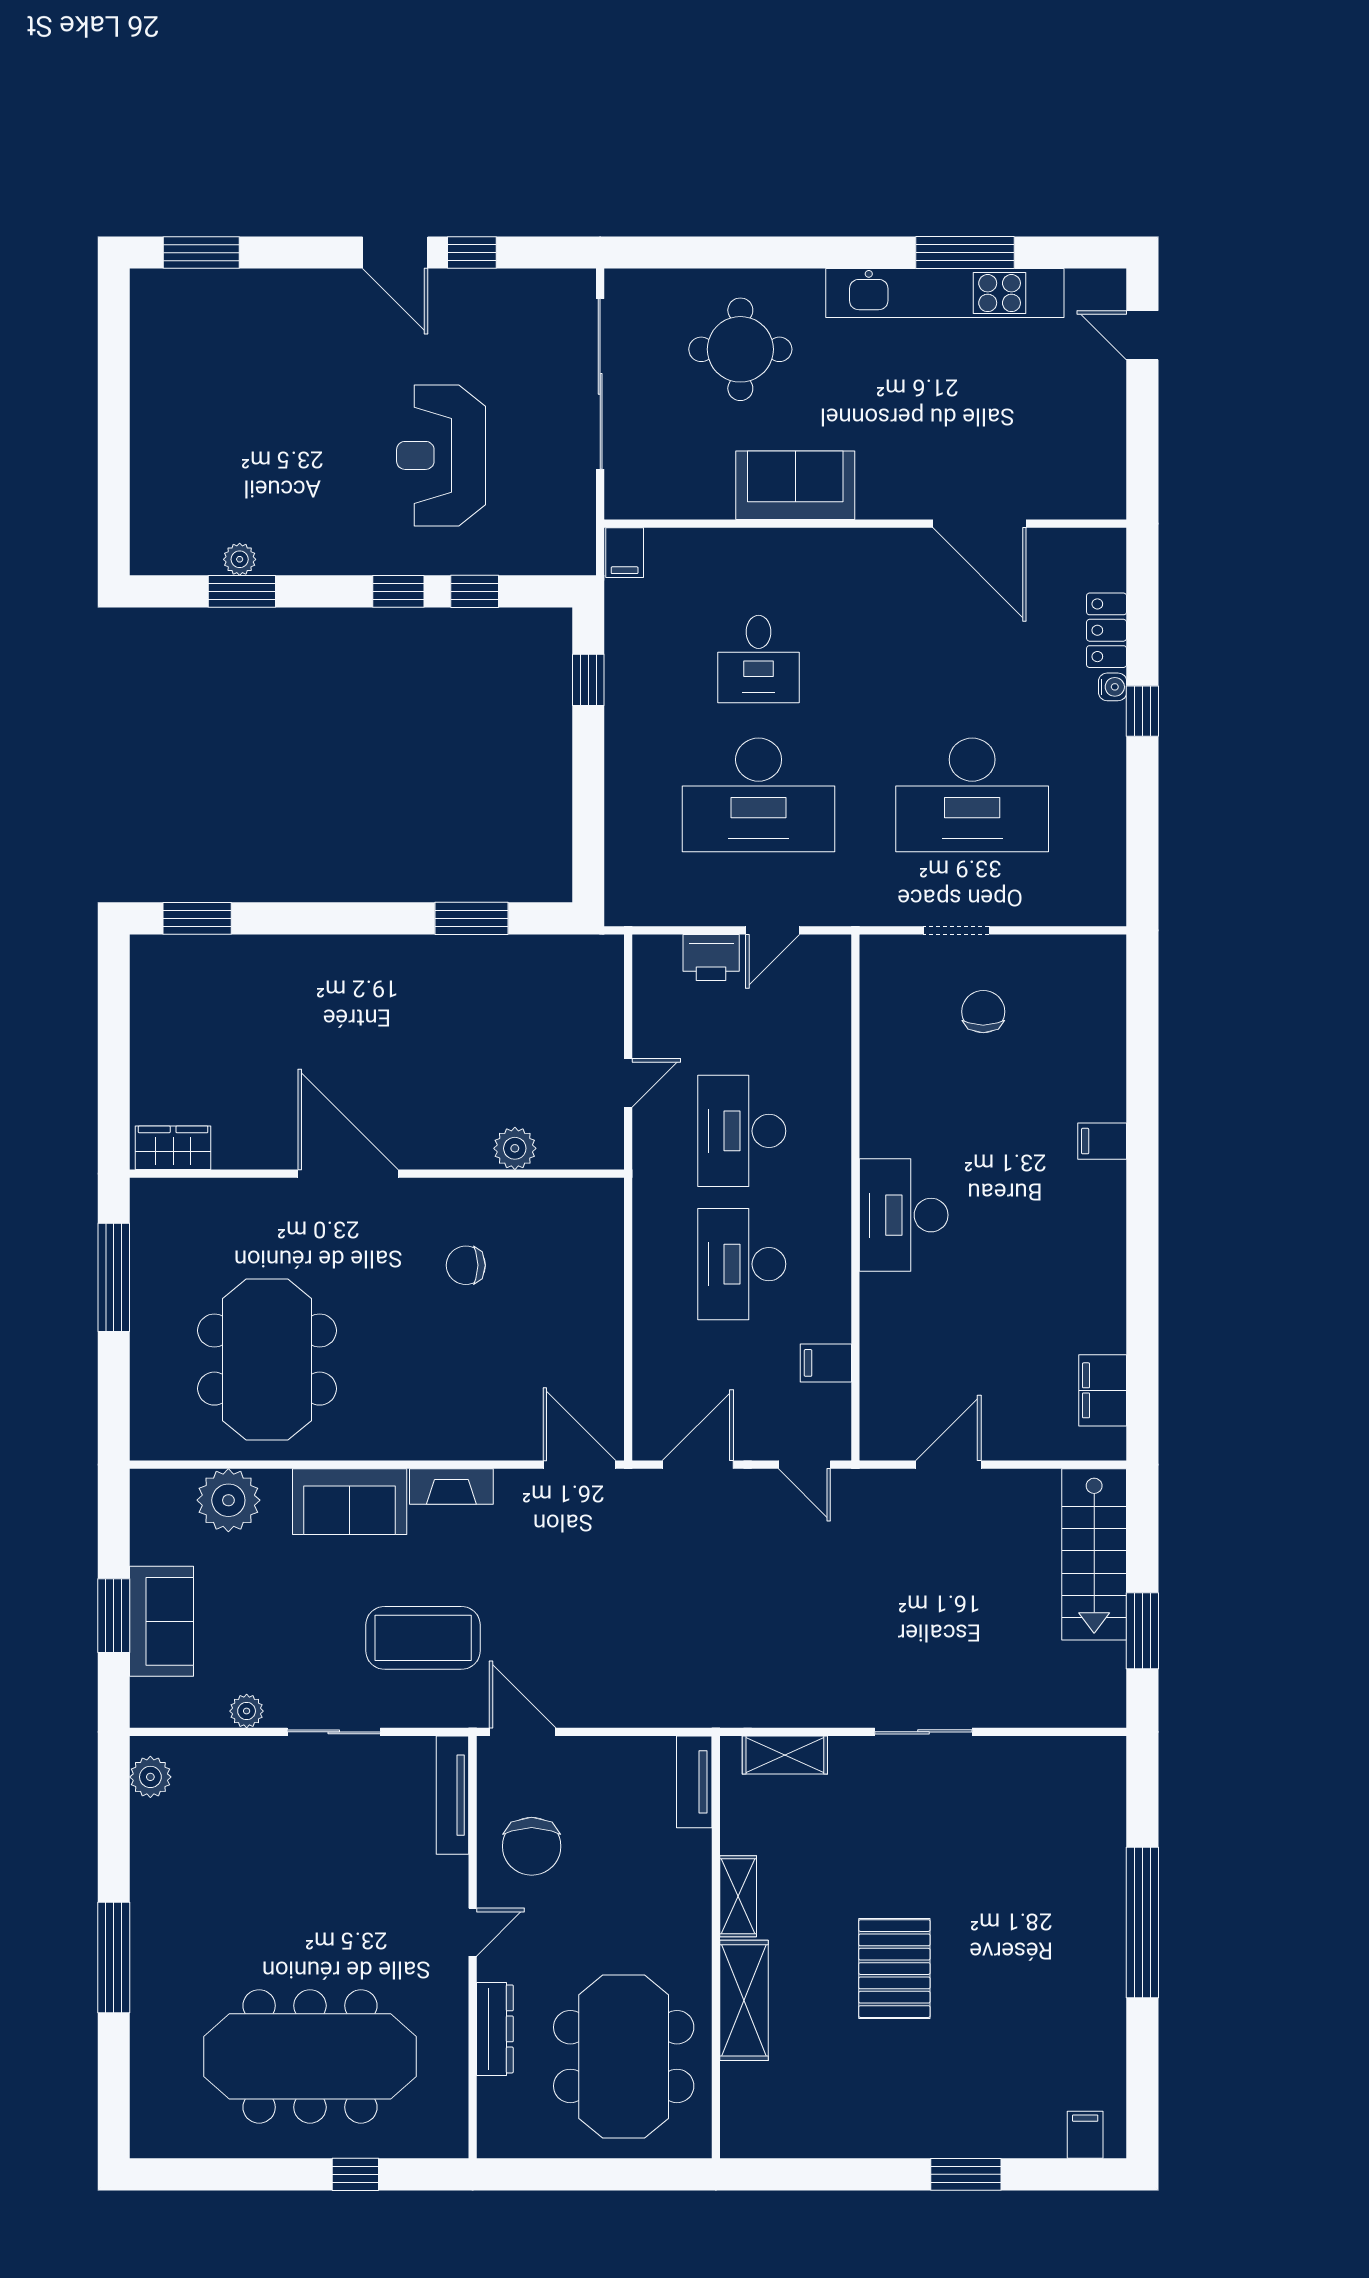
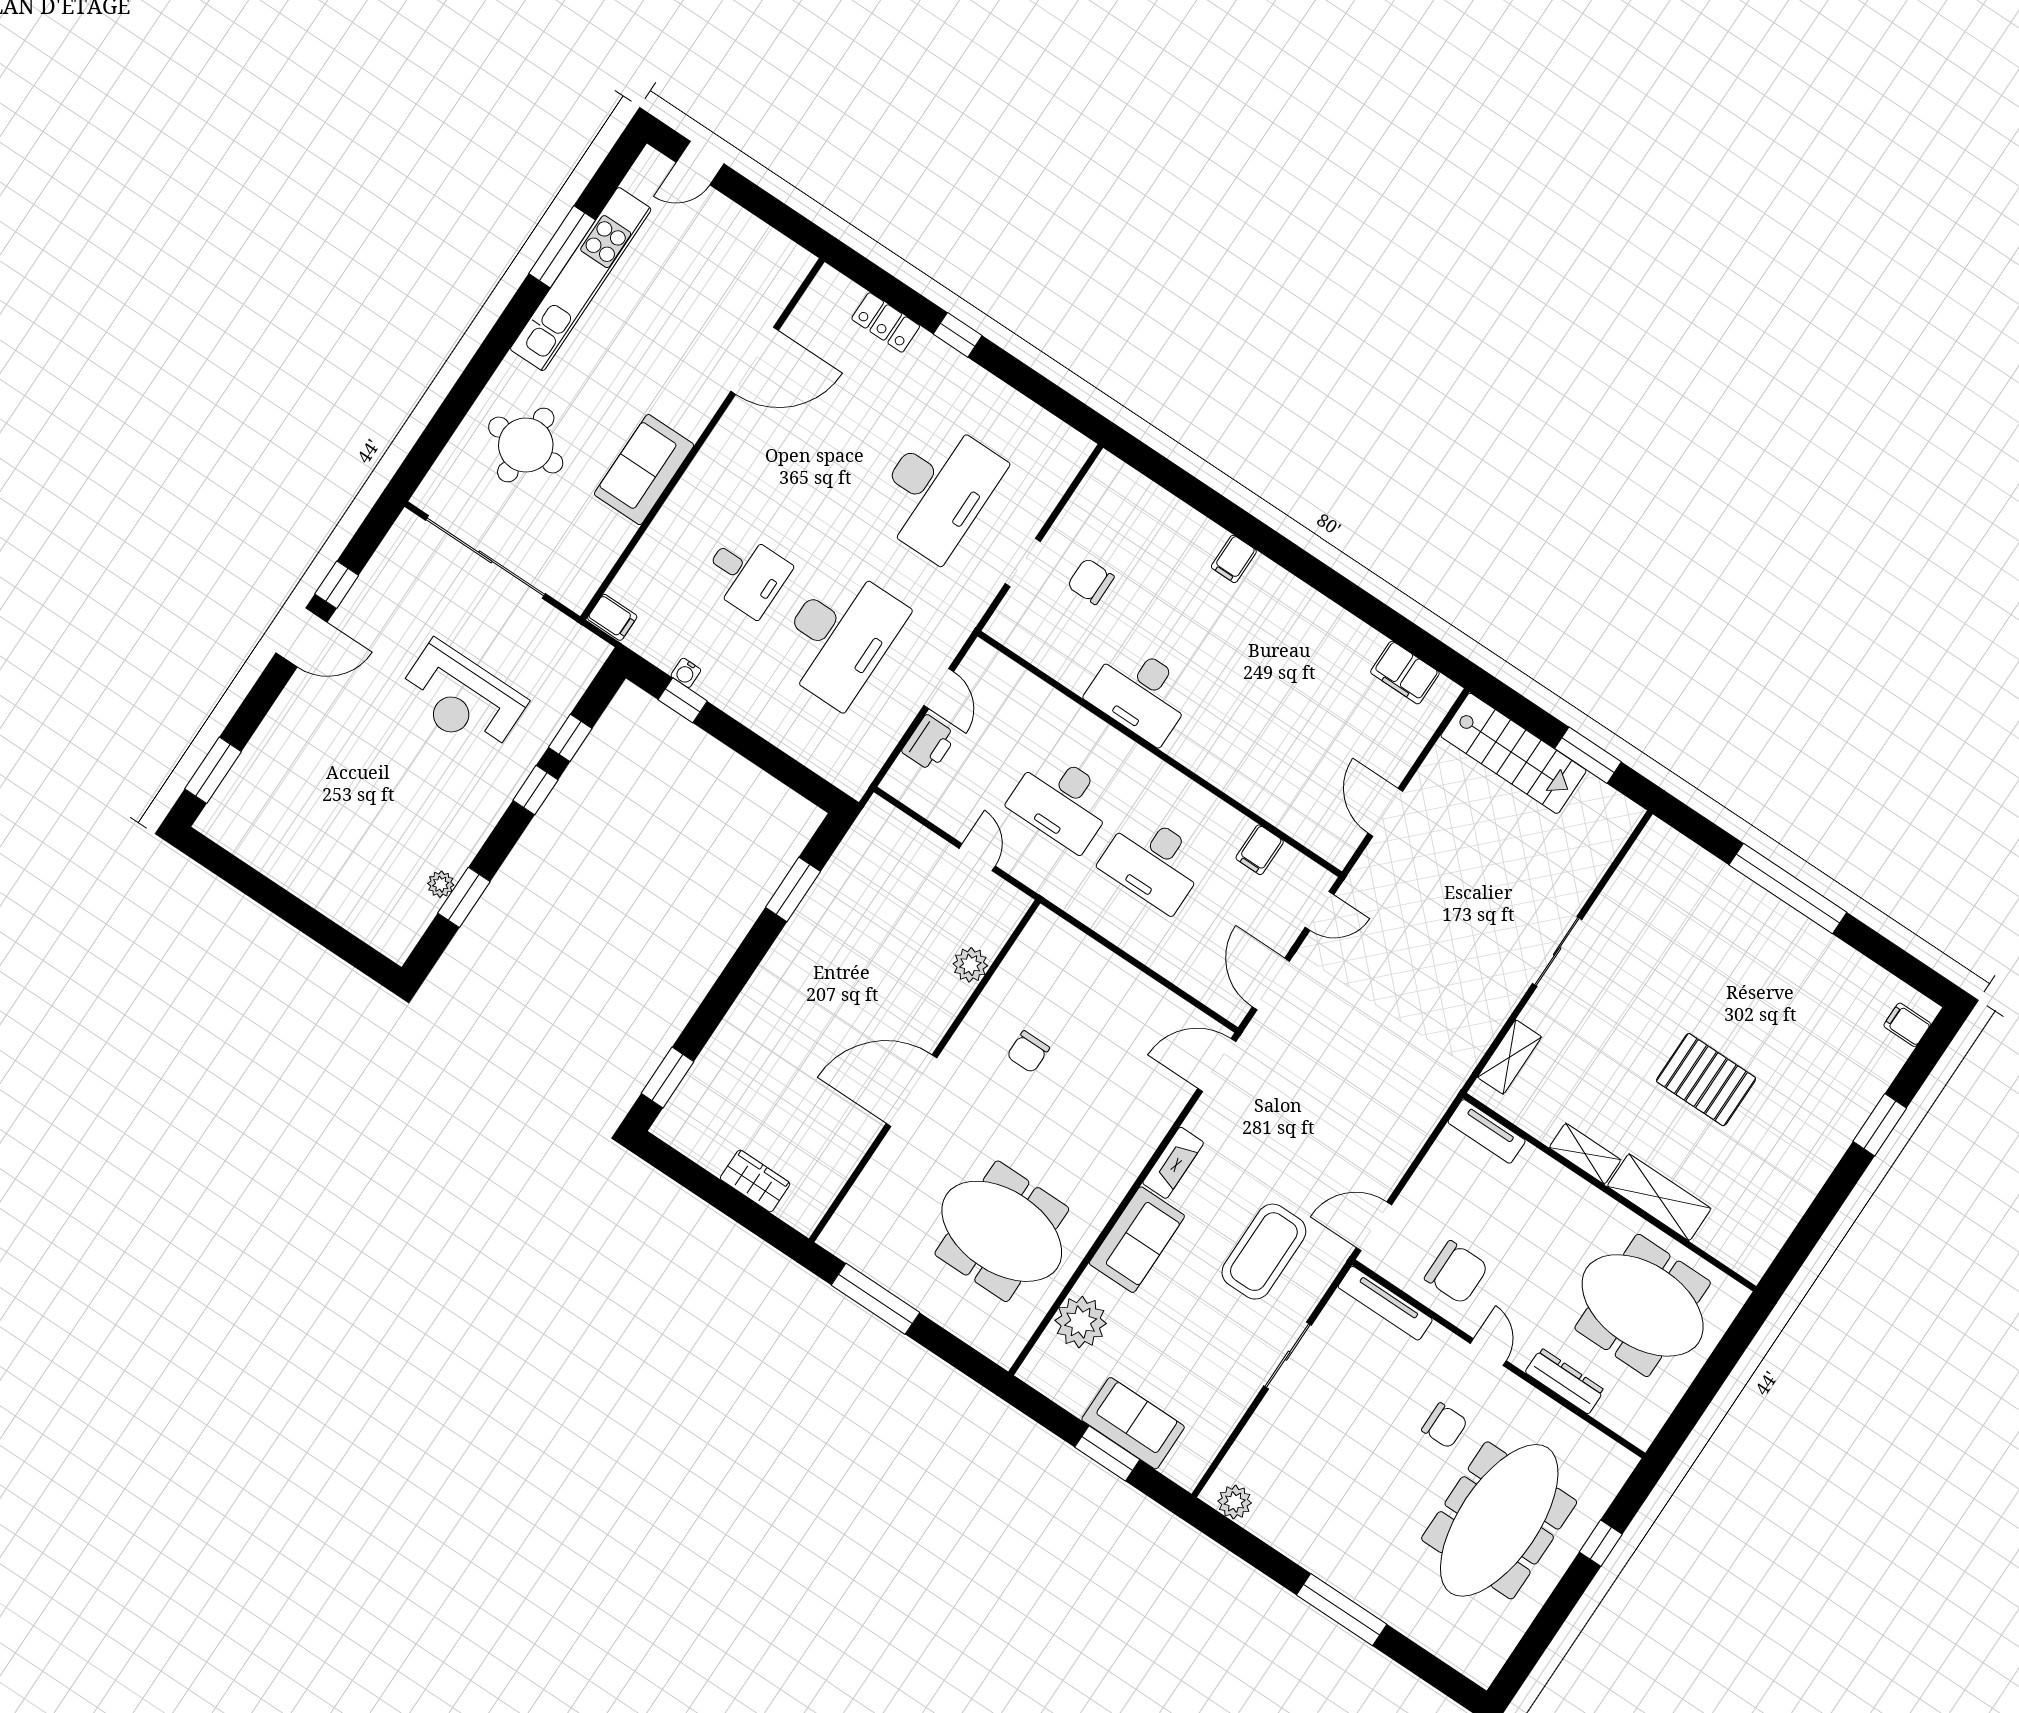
water cooler: (1113, 687) -> (686, 673), moved, turned 180
wardrobe: (173, 1148) -> (755, 1181), moved, turned 90
desk: (904, 1215) -> (1141, 693), moved
plant: (247, 1711) -> (1233, 1406), removed
chair: (369, 1938) -> (1445, 1426), added

